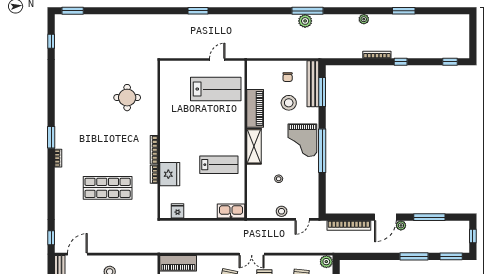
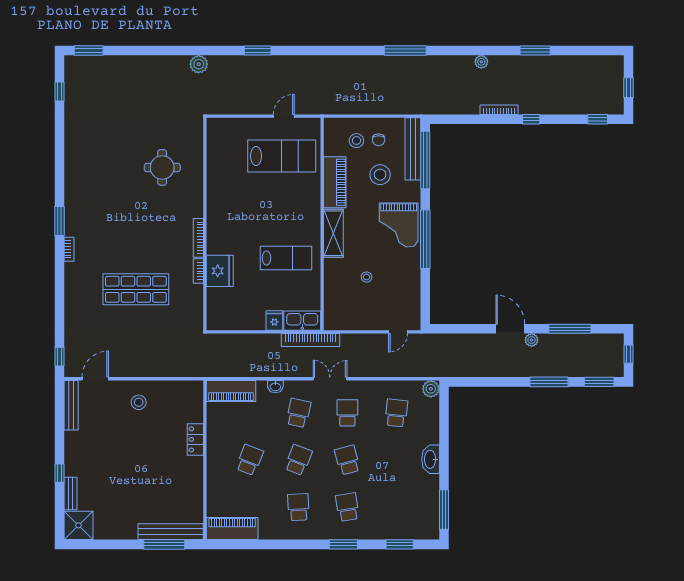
plant: (305, 21) -> (199, 64), moved
window: (473, 38) -> (628, 88), added
window: (322, 92) -> (425, 160), width x1.46
fridge: (178, 211) -> (274, 320), moved
stool: (282, 211) -> (356, 141), moved
door: (385, 217) -> (510, 329), swing flipped
bookcase: (349, 225) -> (310, 340), moved
double door: (252, 254) -> (330, 379), swing flipped
washbasin: (211, 260) -> (275, 387), added

